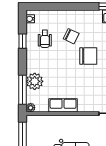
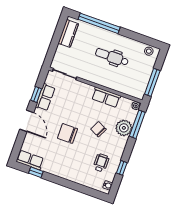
chair: (71, 36) -> (98, 129), moved

